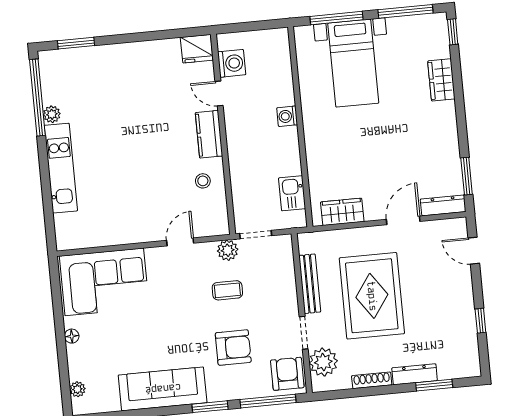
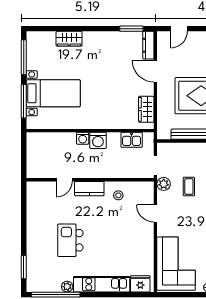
window: (453, 32) -> (39, 29), removed
fridge: (197, 49) -> (140, 284), moved, turned -90
washing machine: (232, 63) -> (98, 140), moved, turned 180
kitchen island: (125, 112) -> (70, 240), added

